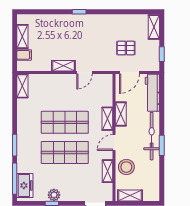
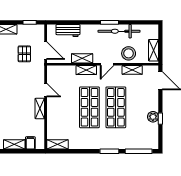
workbench: (152, 93) -> (68, 31), width x0.73
bicycle: (152, 136) -> (119, 31), moved
door: (114, 143) -> (107, 64), hinge flipped
freezer: (25, 185) -> (145, 142), removed

